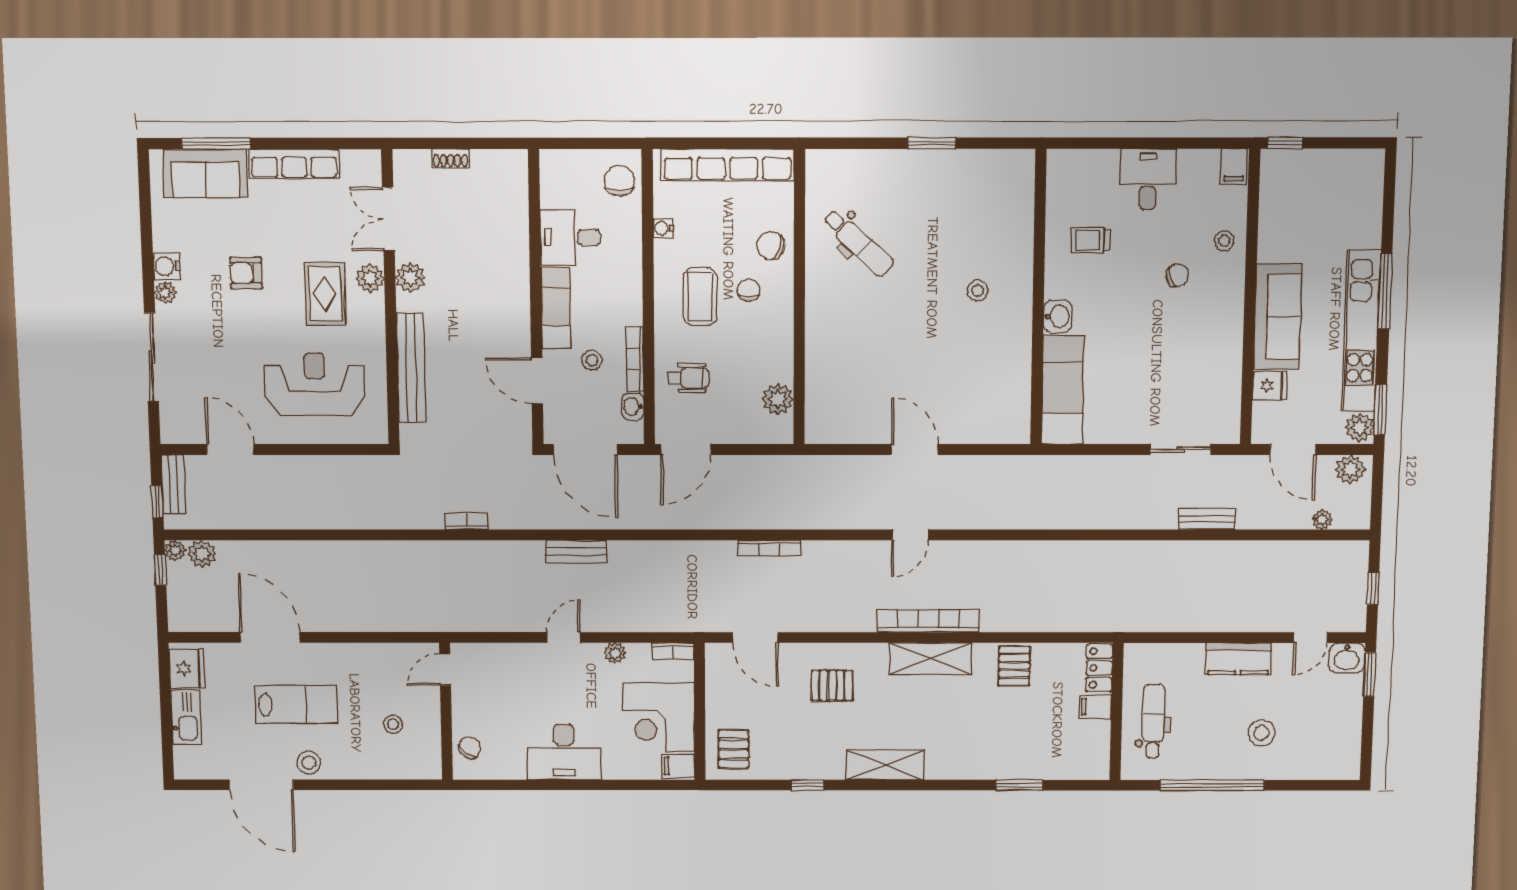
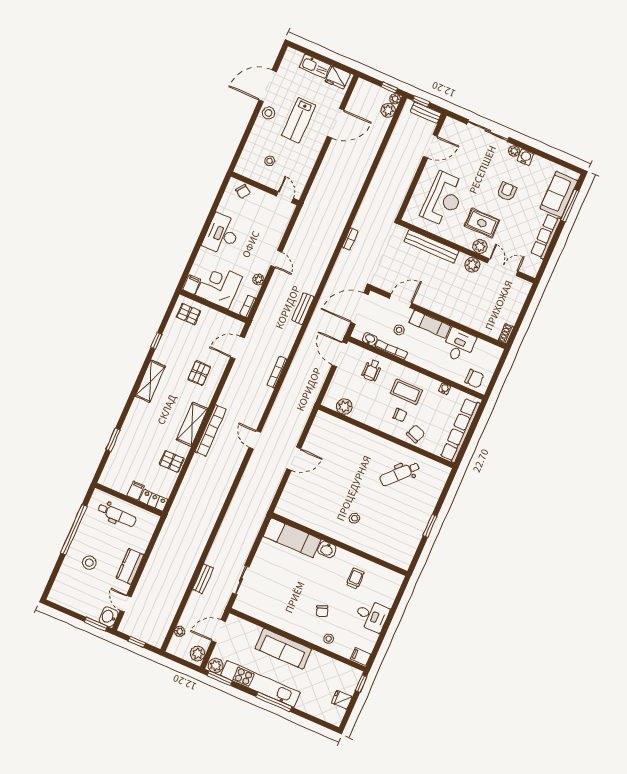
shoe rack: (450, 158) -> (506, 334), moved
fridge: (1270, 386) -> (342, 700), moved, turned 90
bench: (576, 551) -> (303, 309), moved

